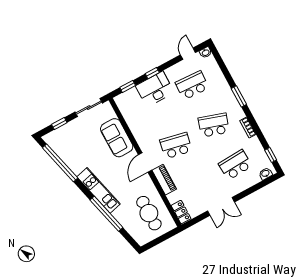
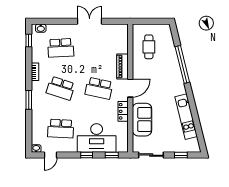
desk: (155, 89) -> (97, 138), width x1.36, depth x1.30
window: (60, 163) -> (197, 124), removed
kitchen unit: (99, 190) -> (186, 117), moved
locker: (181, 212) -> (123, 111), moved
cafe table: (149, 213) -> (149, 47), width x0.73, depth x0.74

